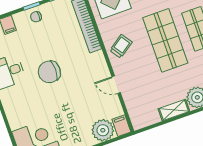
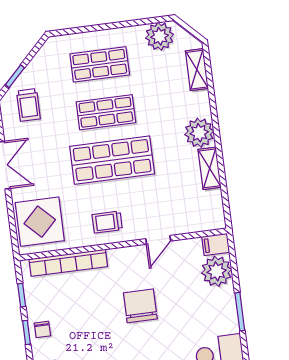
trolley: (121, 46) -> (107, 222), turned -55
chair: (49, 72) -> (140, 306), moved, turned 180

